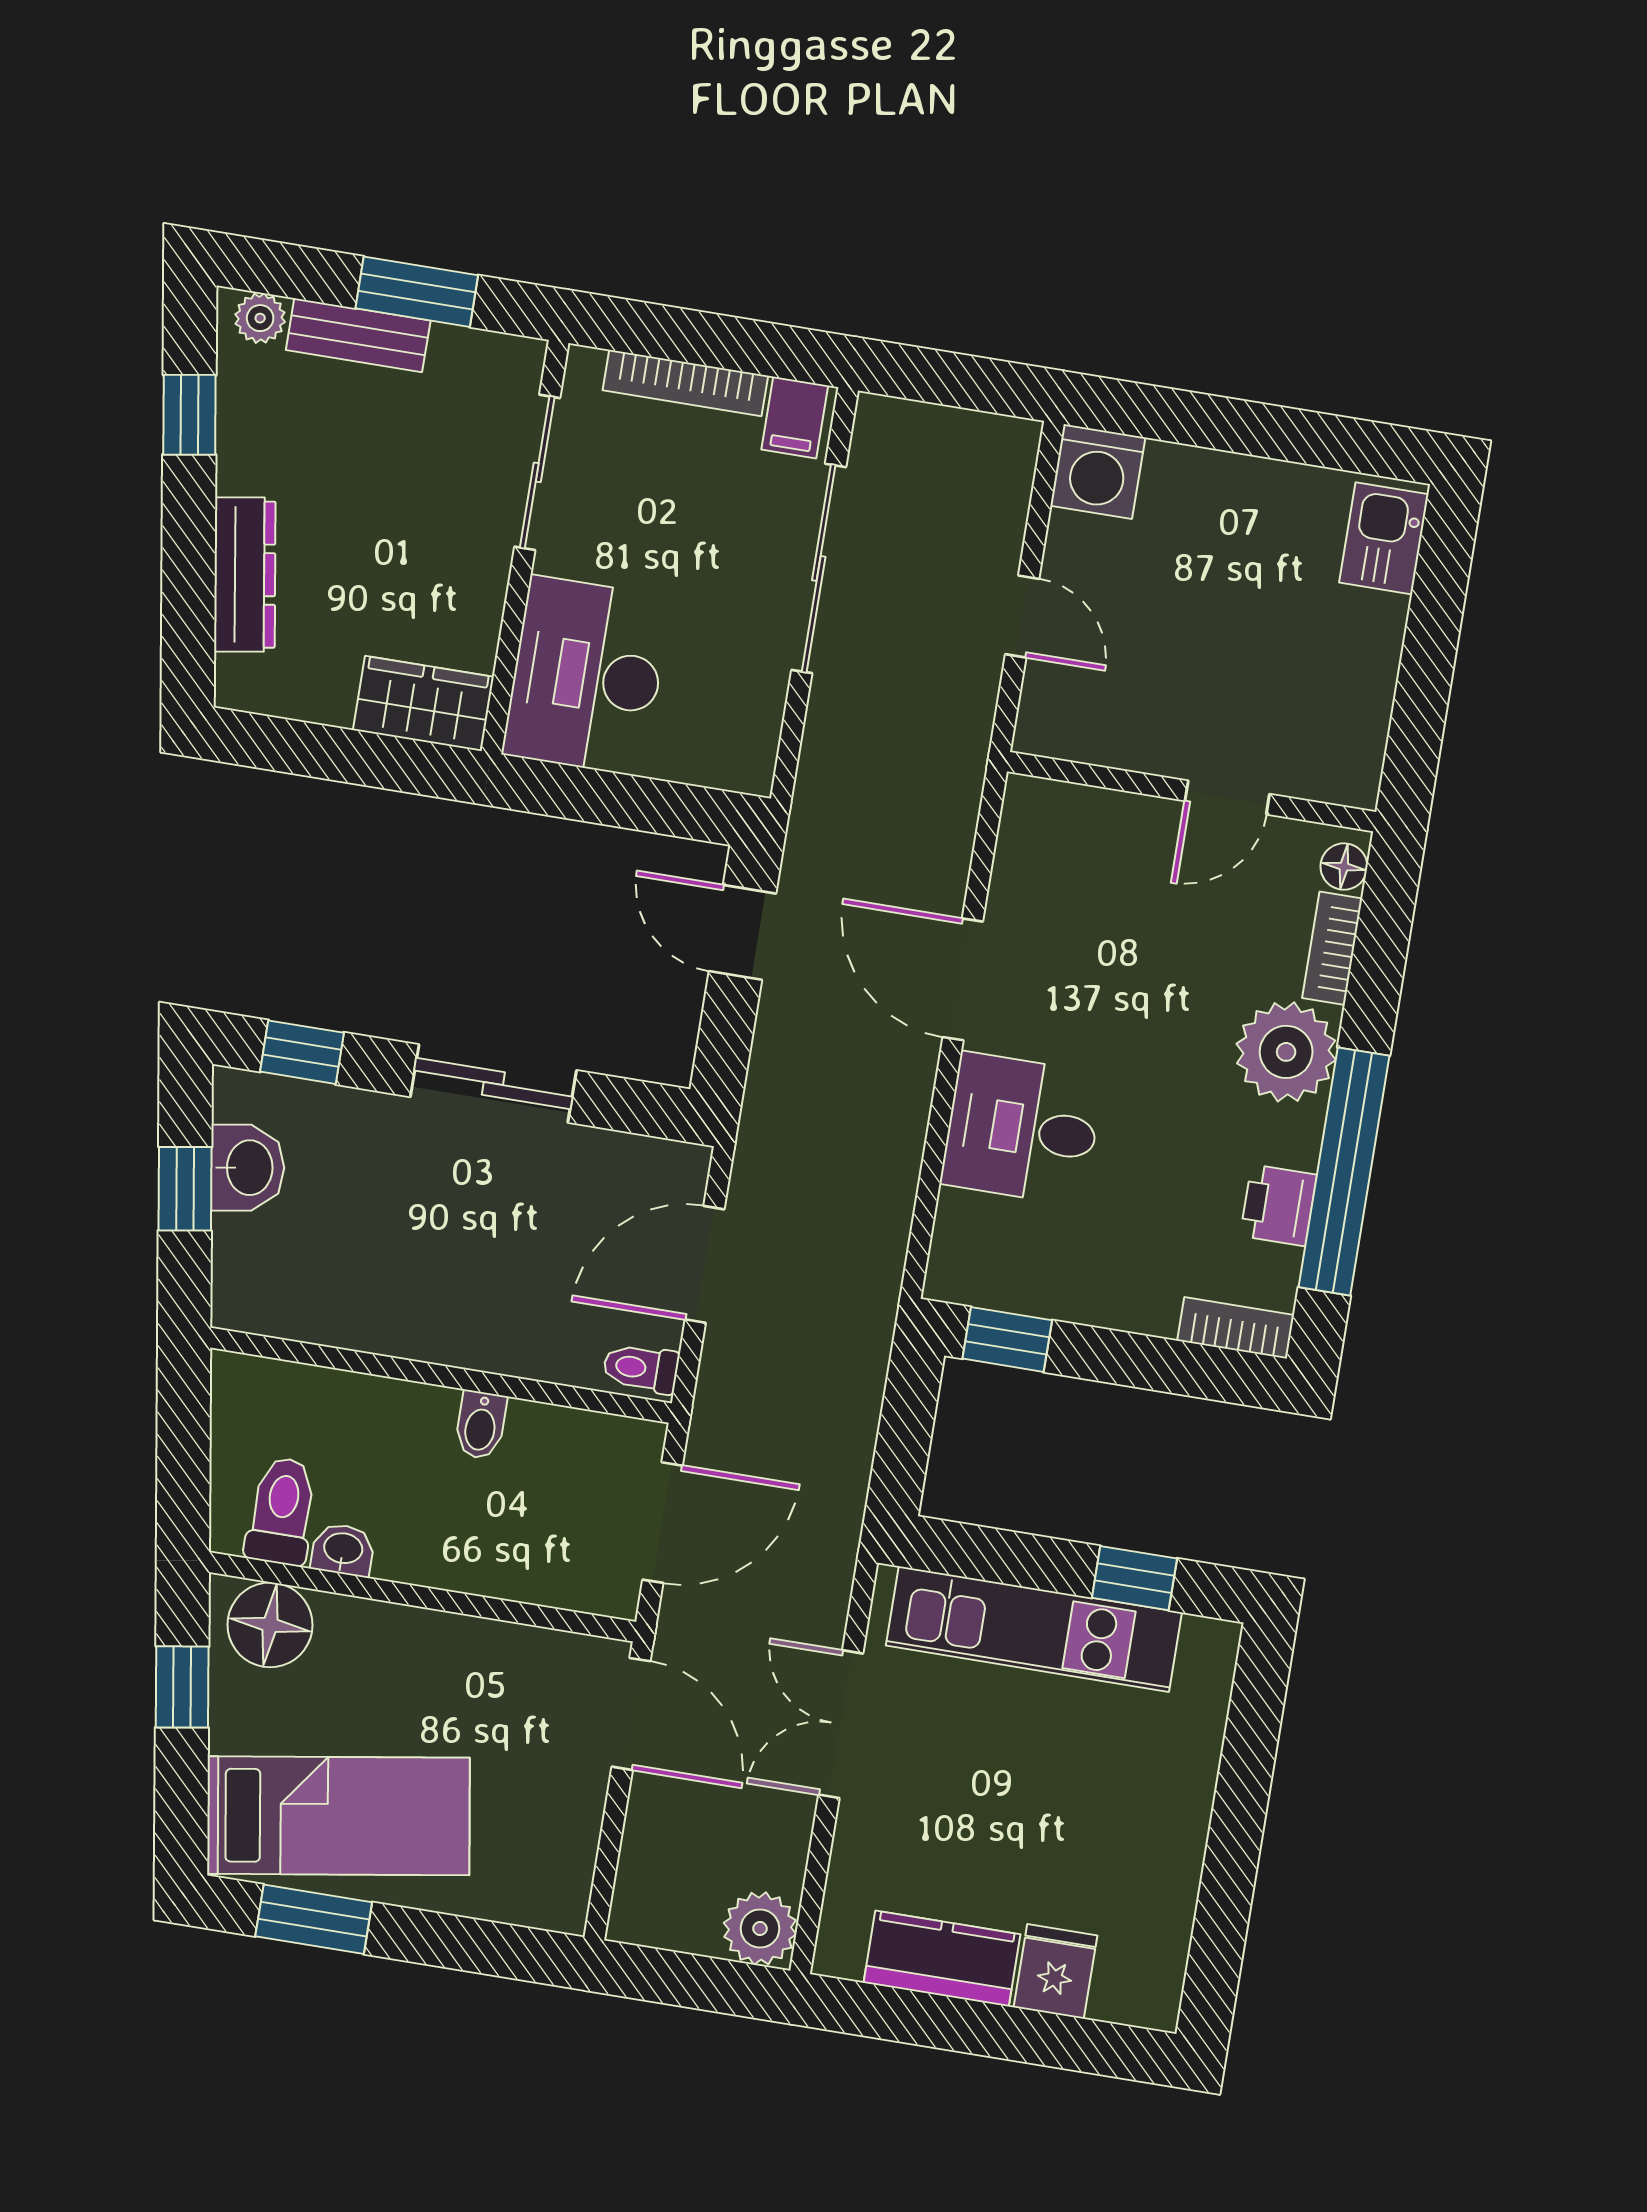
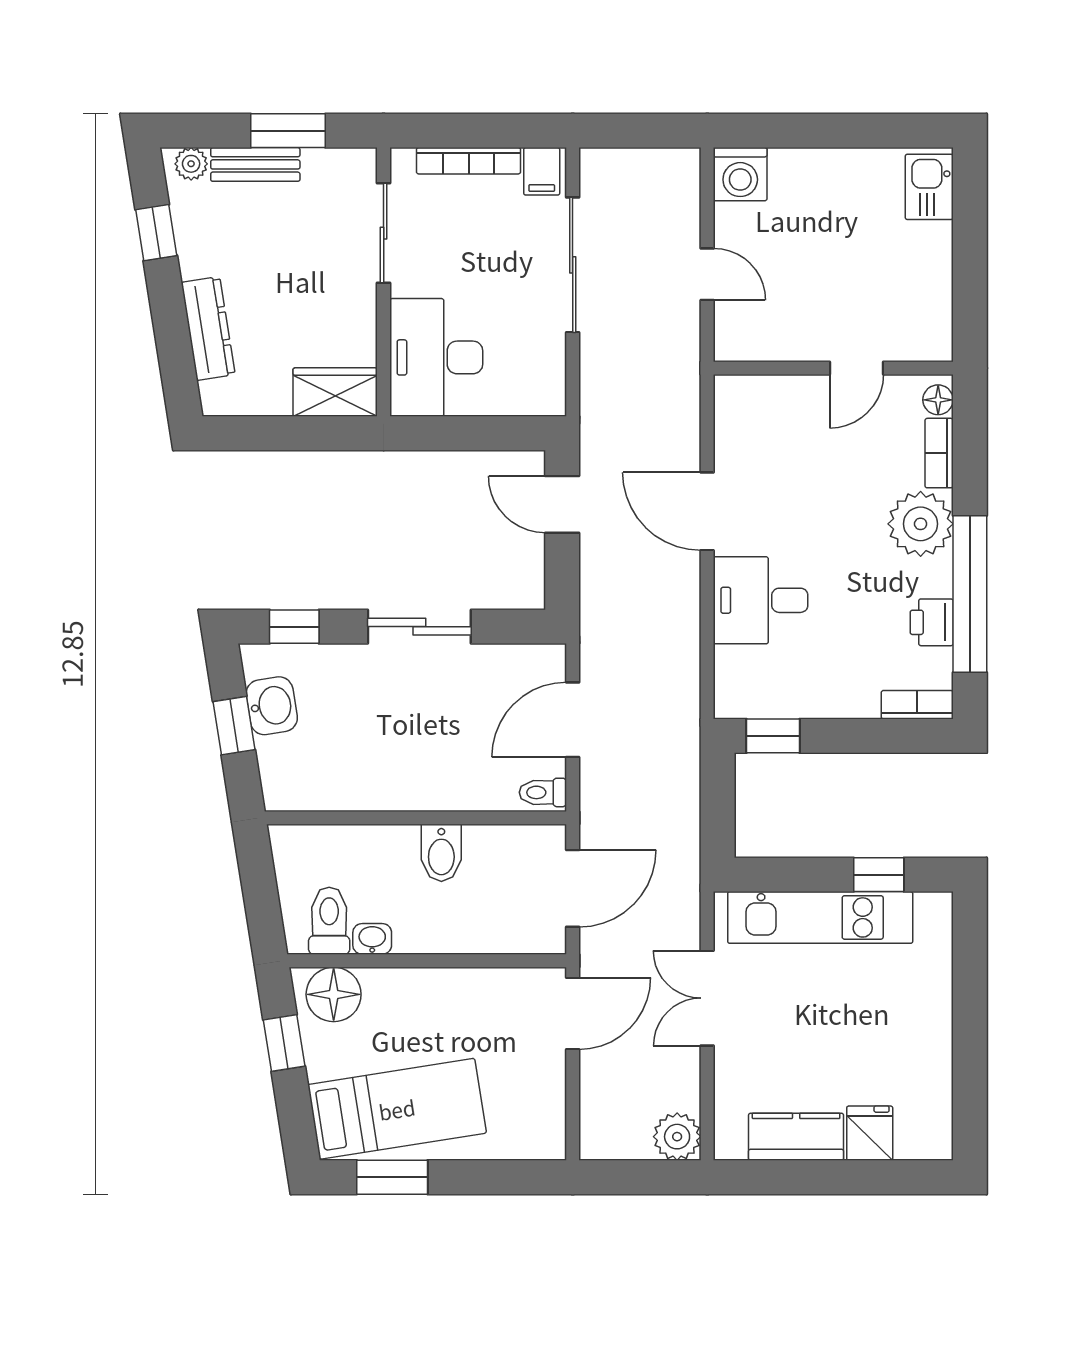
bidet: (481, 1425) -> (441, 853), width x1.38, depth x1.36
door: (631, 1714) -> (573, 1013), hinge flipped

